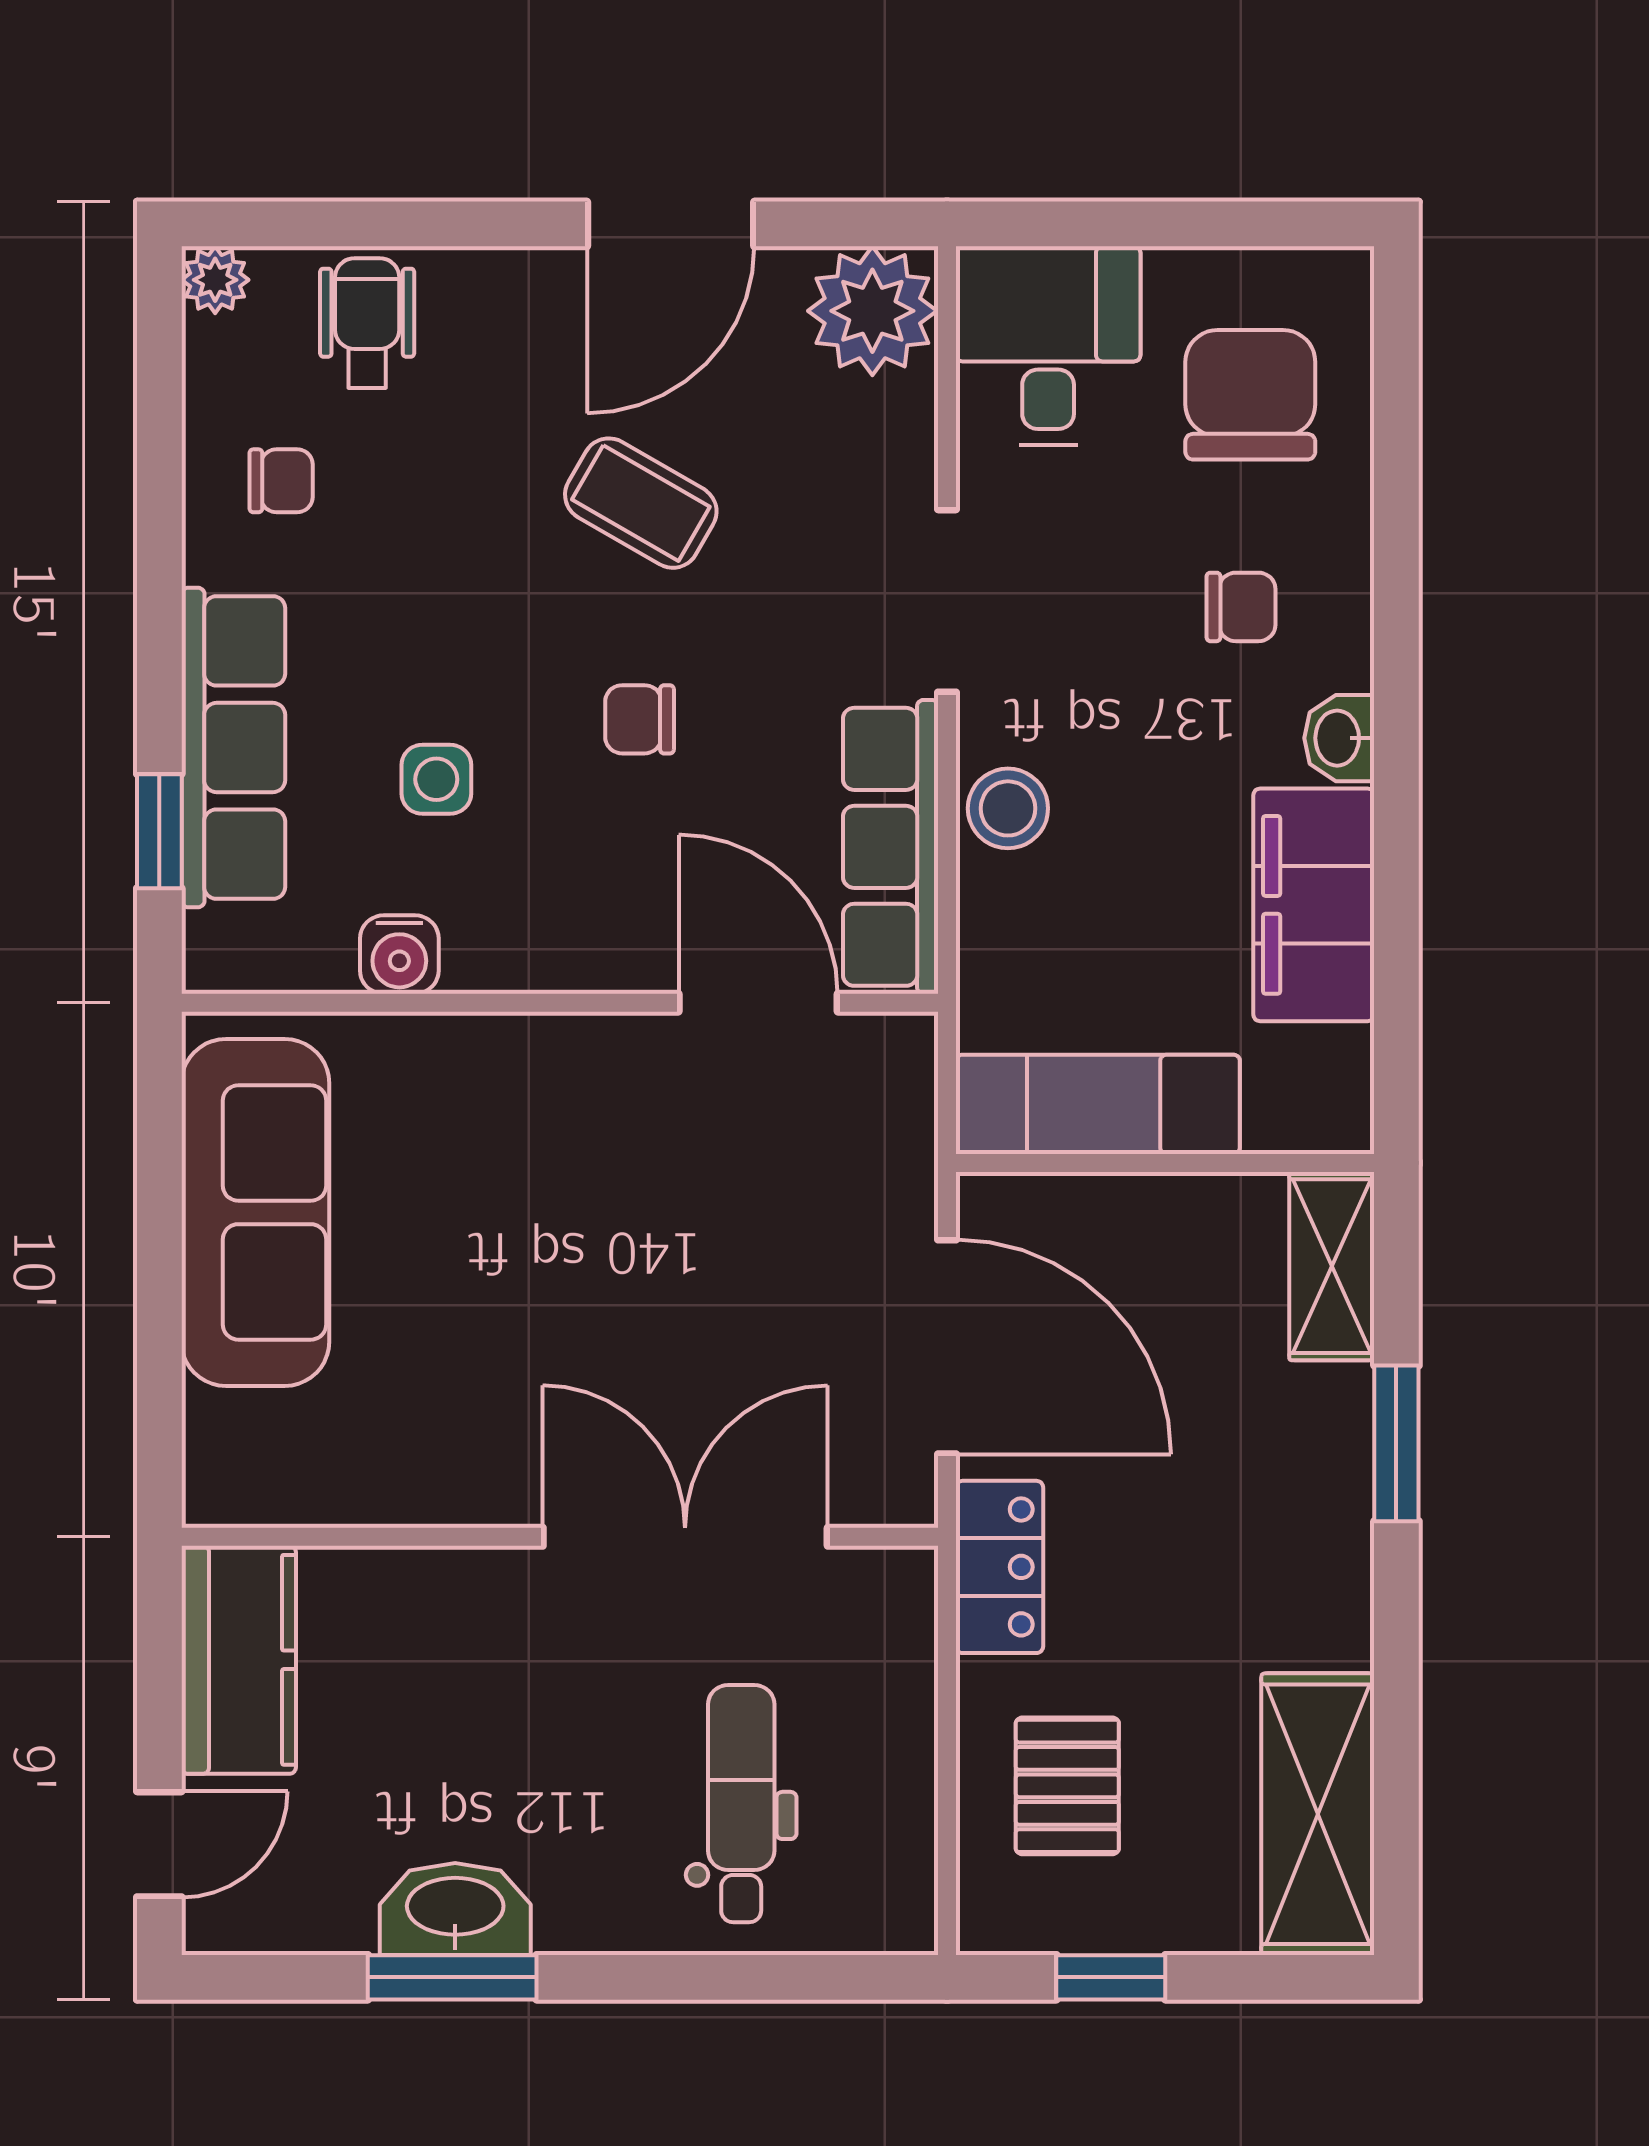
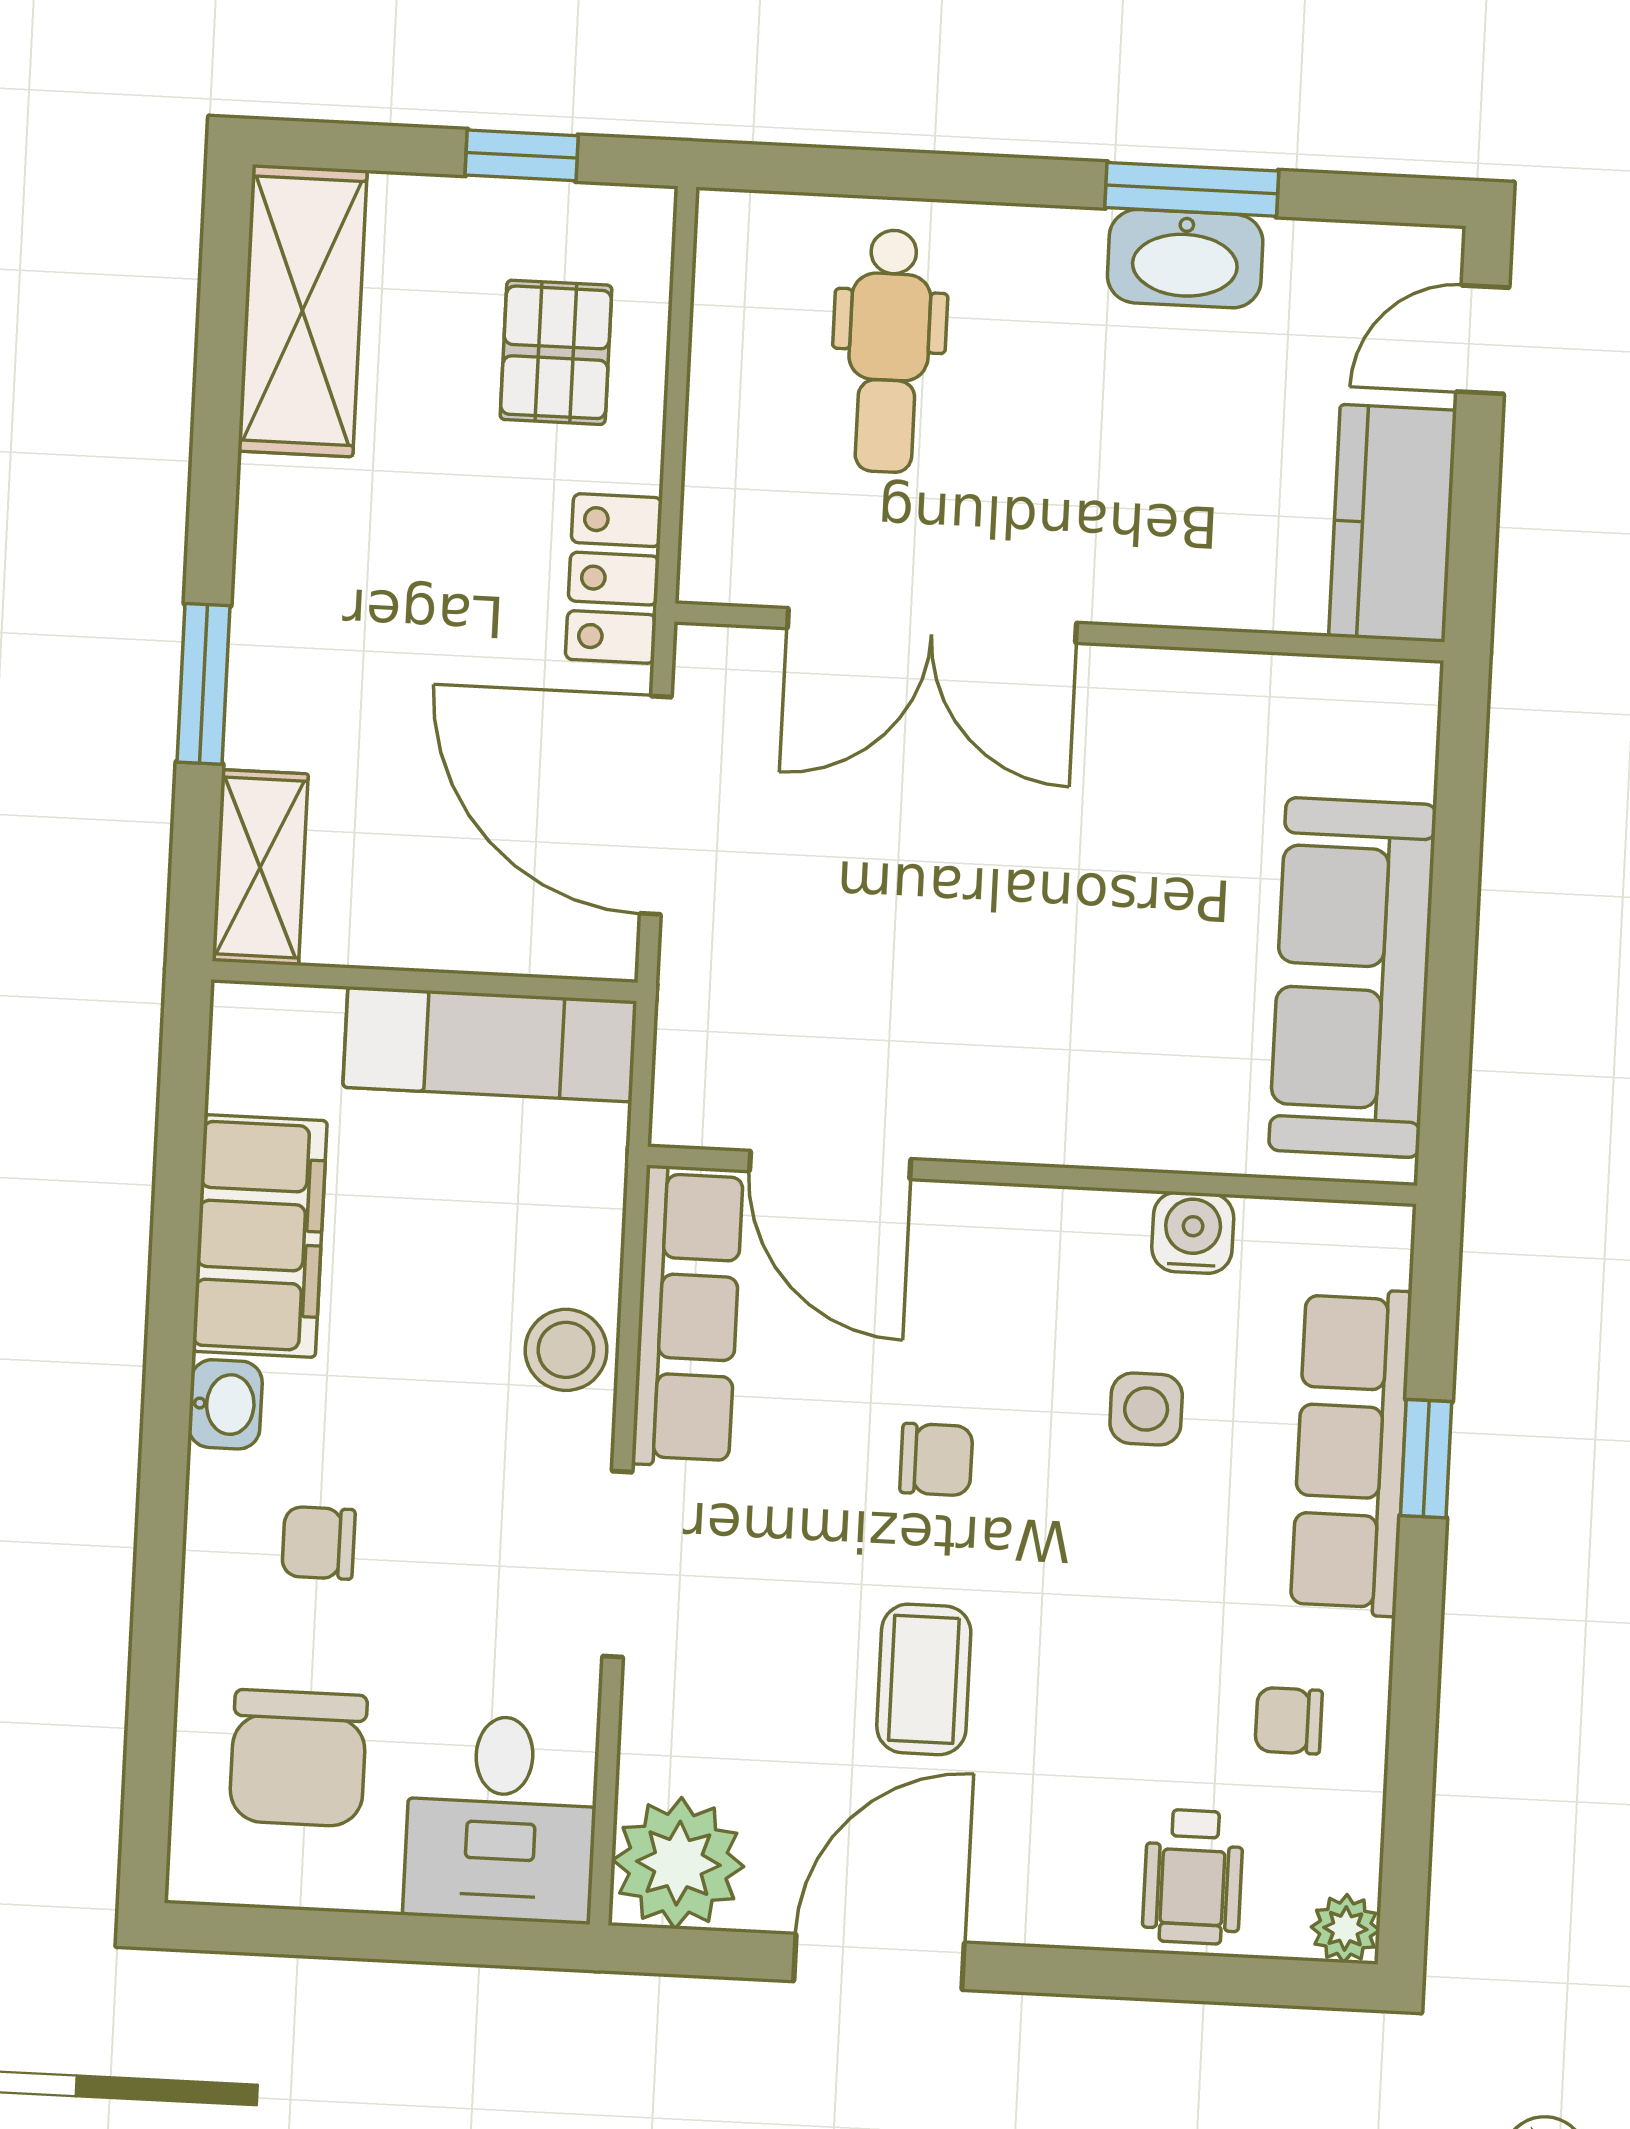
coffee table: (641, 503) -> (924, 1679), turned 60
window: (159, 831) -> (1426, 1459), moved

